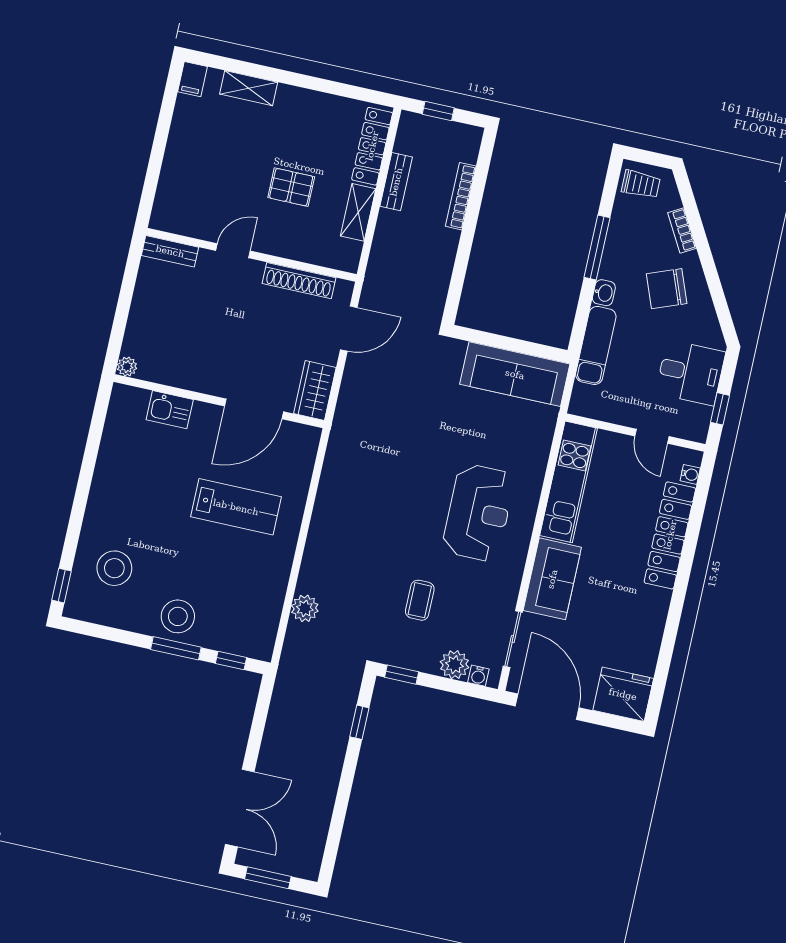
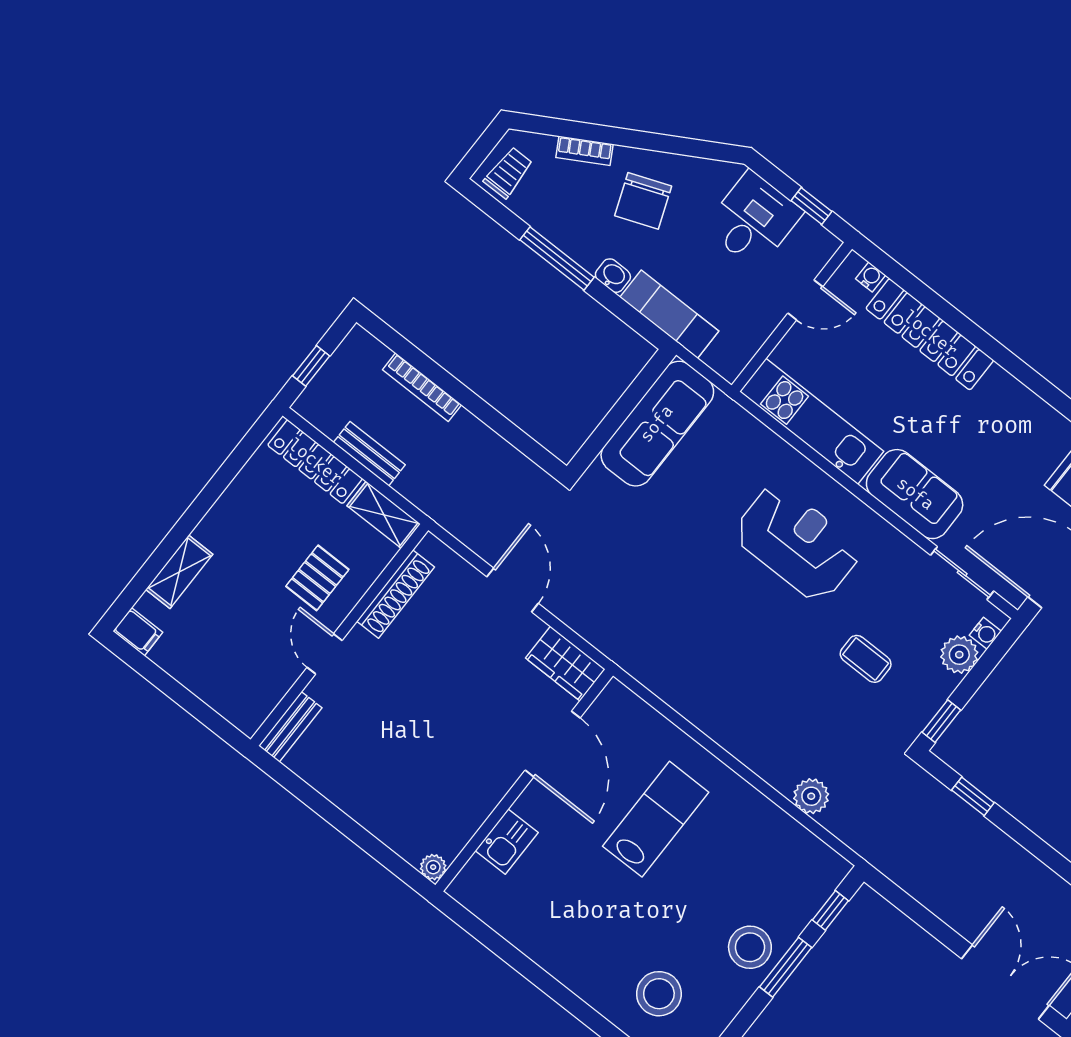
bench: (170, 251) -> (290, 727), moved
door: (233, 251) -> (325, 654), moved
wall: (251, 255) -> (339, 635), moved
shoe rack: (299, 281) -> (396, 594), moved

